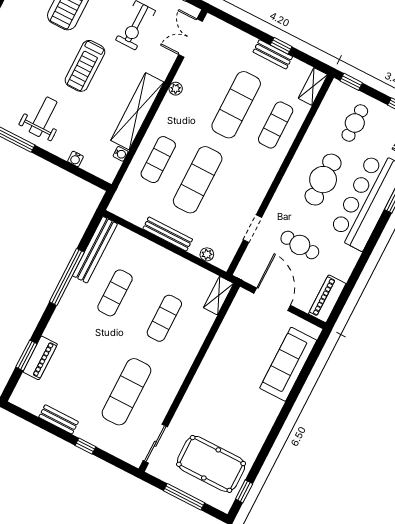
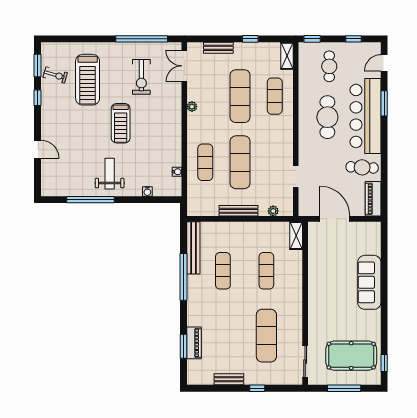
bench: (273, 54) -> (218, 48), moved
shelving: (137, 111) -> (173, 136), removed
cafe table: (300, 245) -> (362, 167), moved
sofa: (288, 364) -> (369, 282), moved

